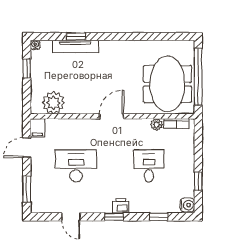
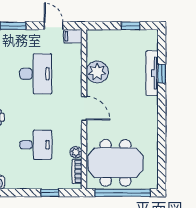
water cooler: (35, 45) -> (153, 34), removed
plant: (53, 103) -> (97, 72), moved
window: (198, 181) -> (50, 193), moved

